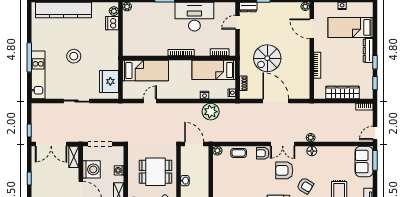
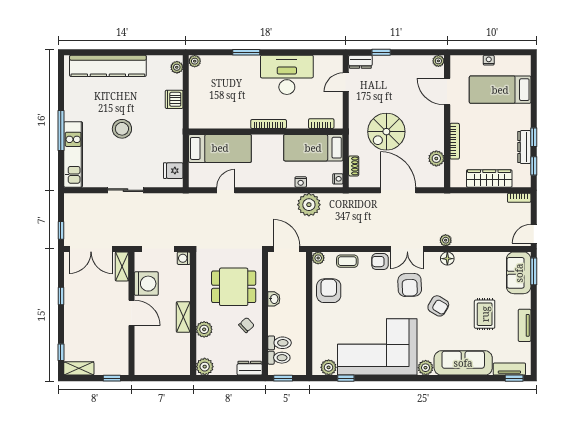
dishwasher: (112, 23) -> (174, 99), moved
dresser: (368, 51) -> (524, 147), moved
plant: (304, 78) -> (436, 158), added
fridge: (109, 81) -> (173, 171), width x0.53, depth x0.75
washing machine: (119, 170) -> (184, 258), moved
armchair: (284, 170) -> (410, 285), turned -92
armchair: (225, 175) -> (329, 291), added

